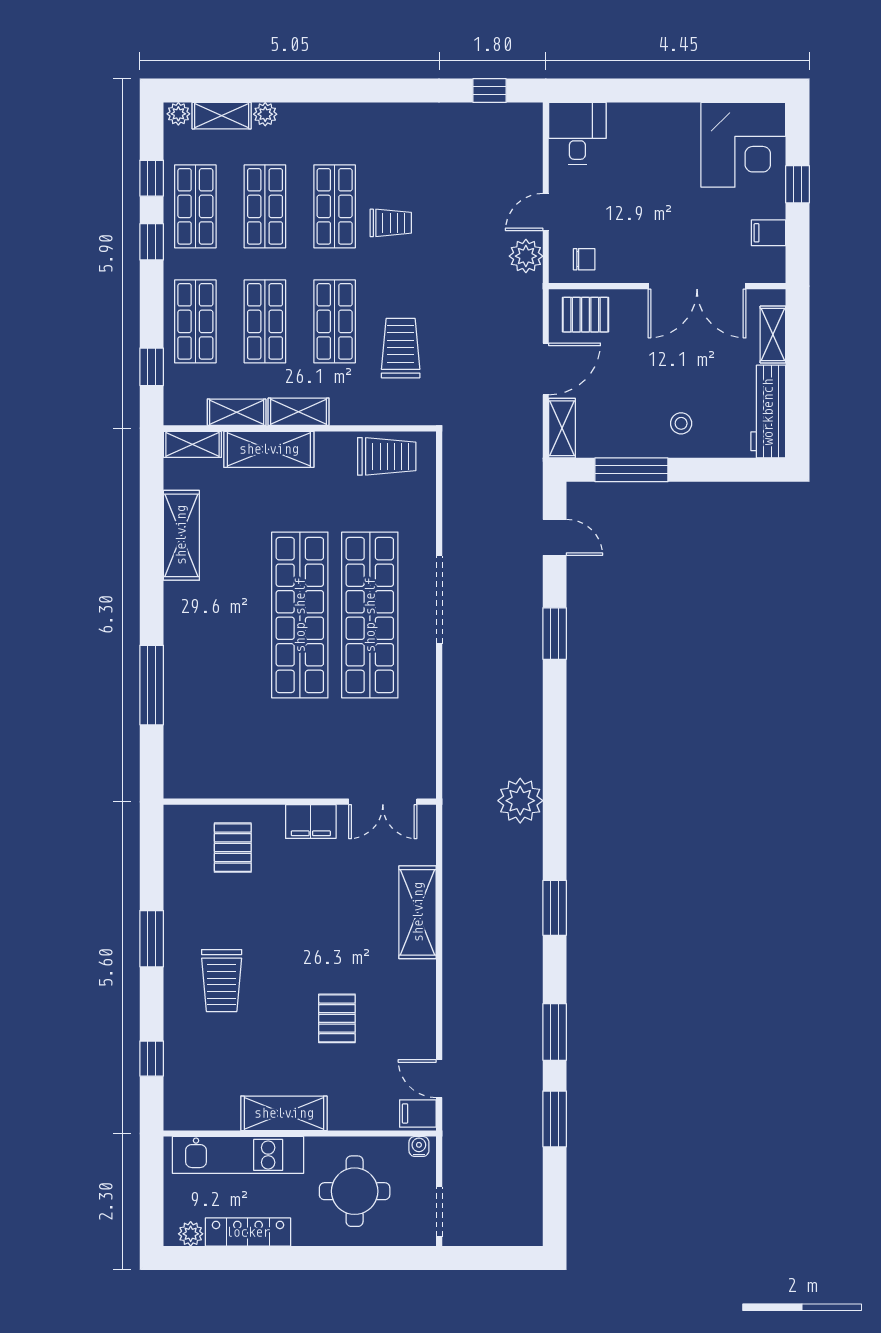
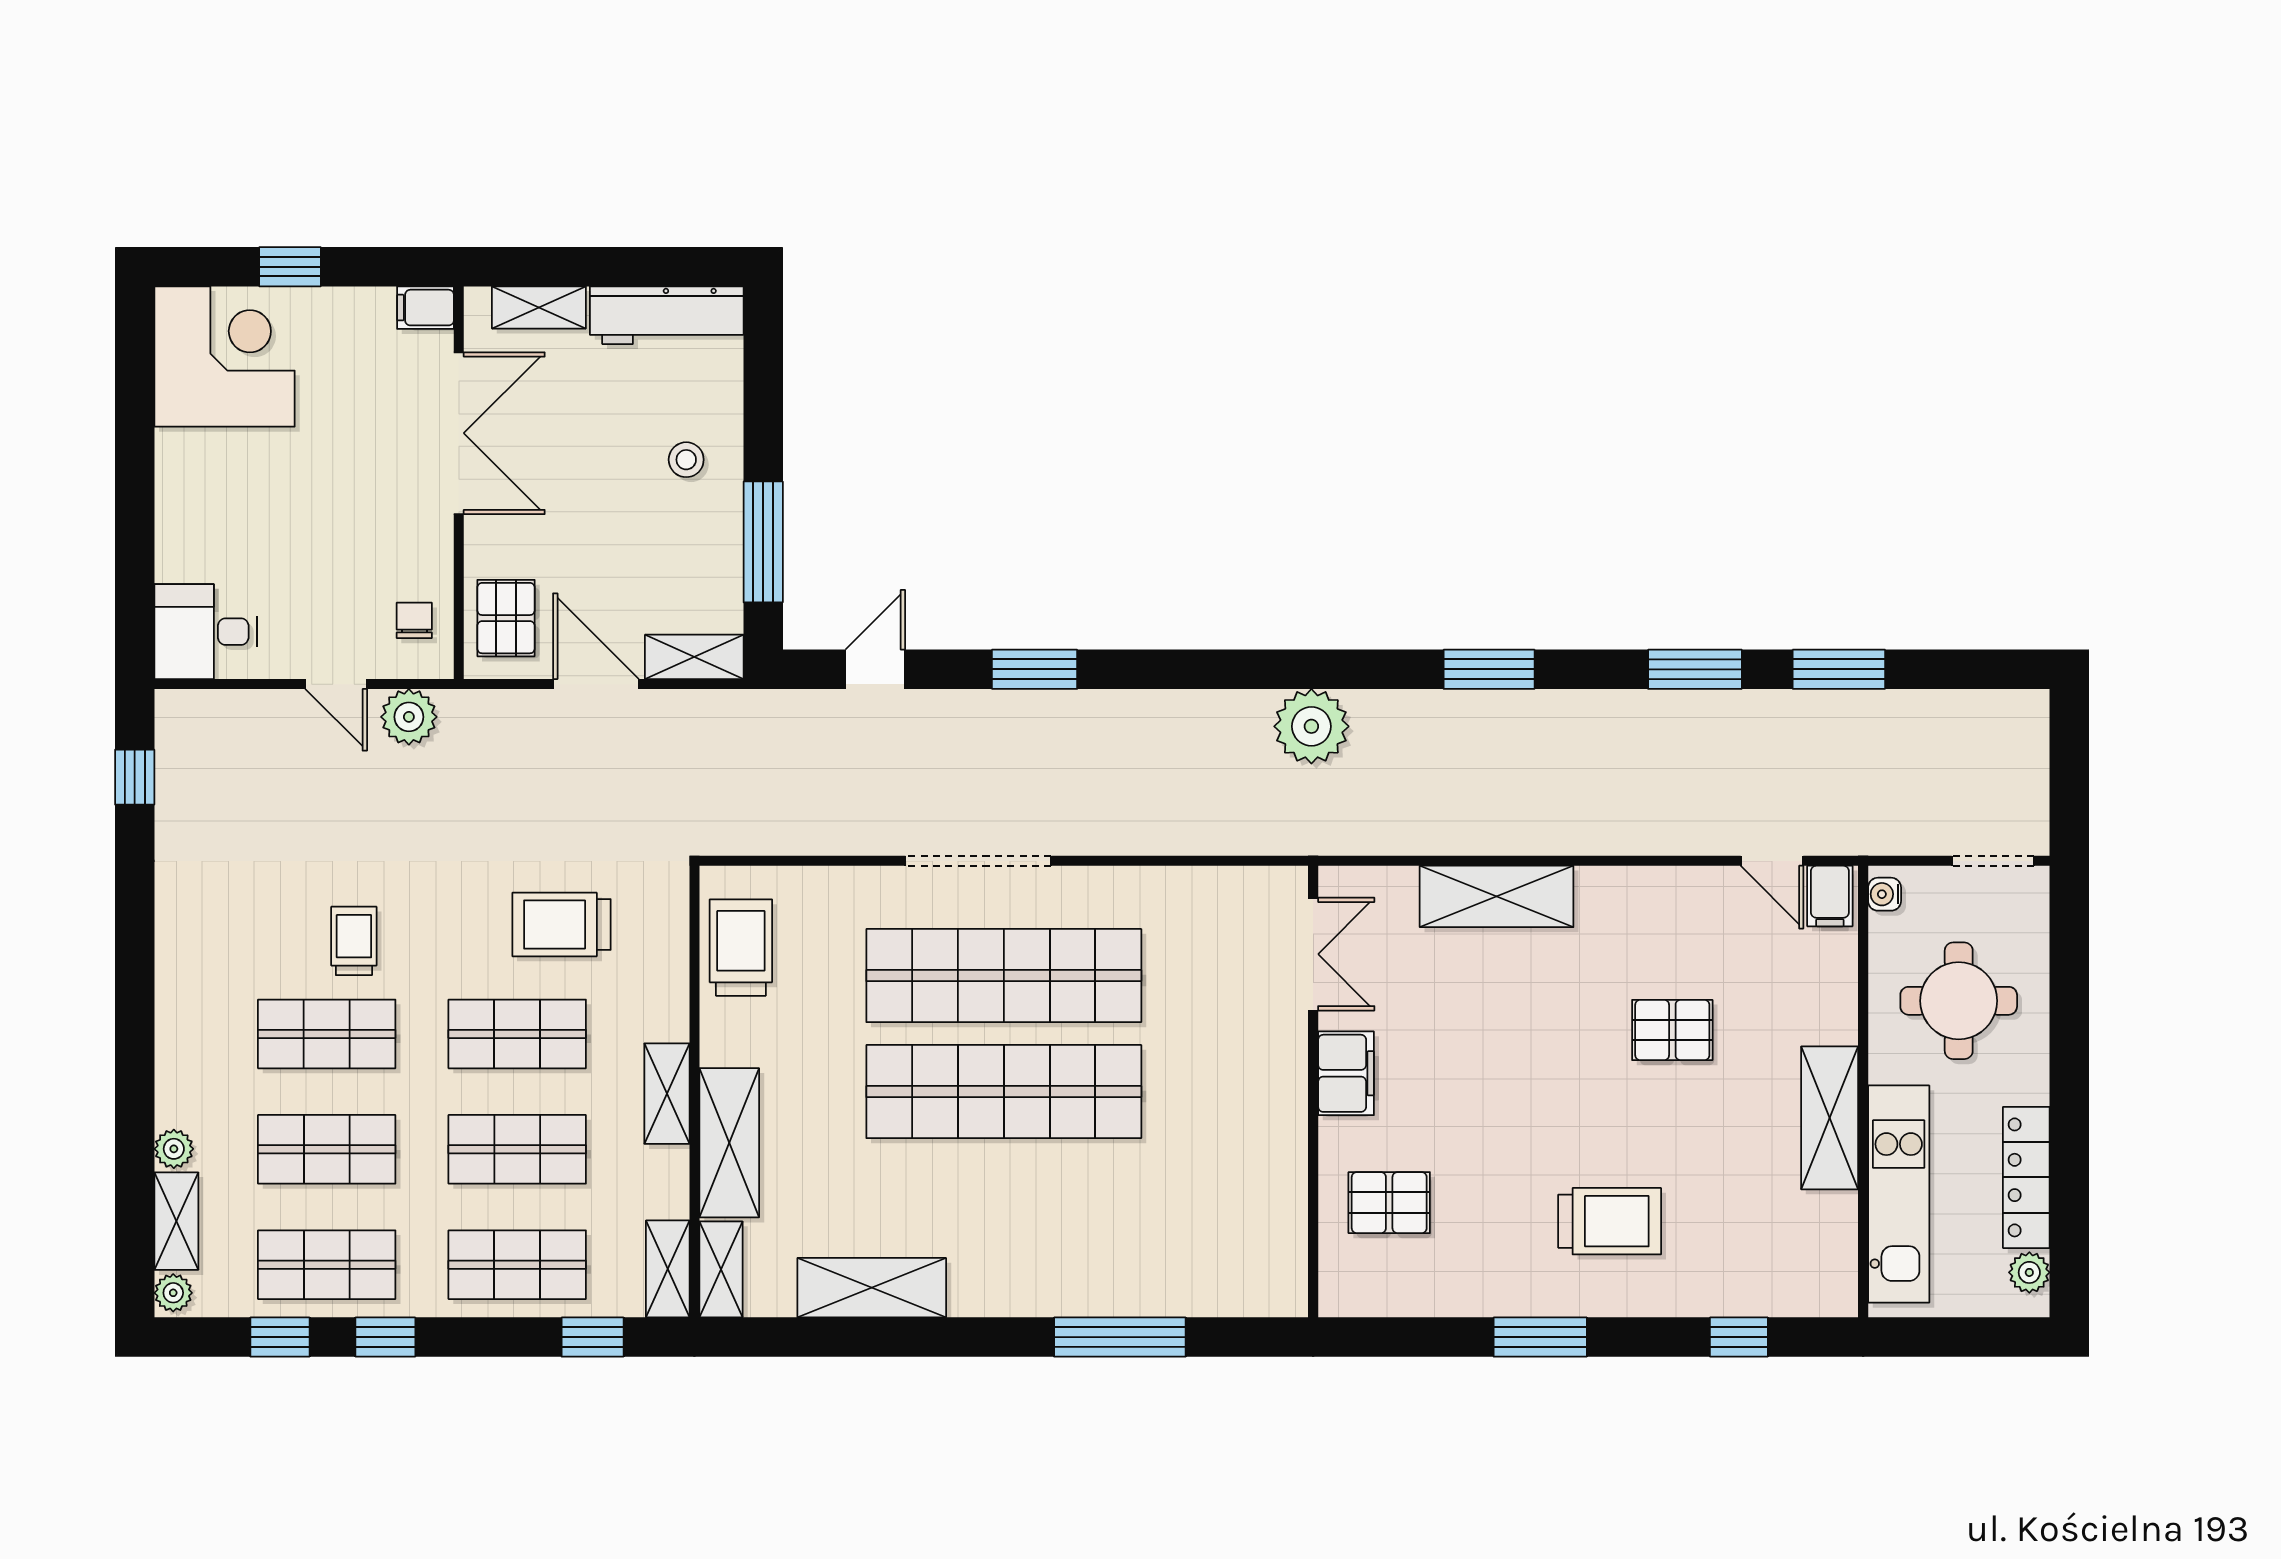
filing cabinet: (769, 233) -> (425, 308), moved, turned 90
shelving: (237, 412) -> (668, 1269), moved
door: (439, 1079) -> (1772, 861), hinge flipped

